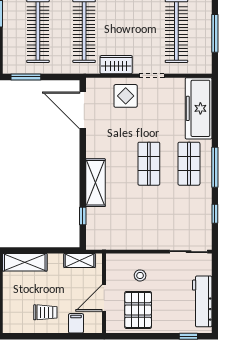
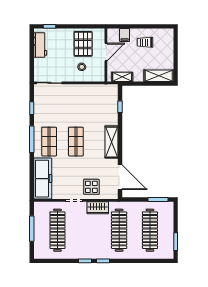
shelving: (95, 183) -> (112, 142), moved
workbench: (202, 301) -> (40, 45), width x0.73

